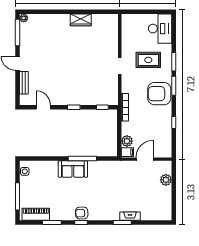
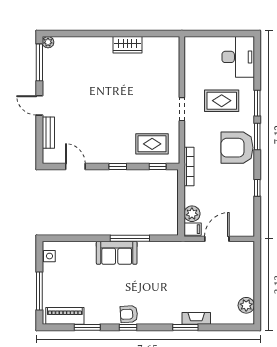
rug: (98, 91) -> (152, 144), added
plant: (166, 180) -> (246, 305), moved

